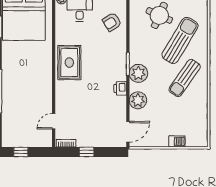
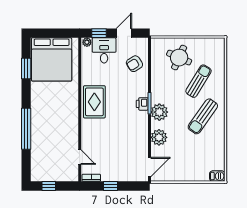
sun lounger: (180, 40) -> (198, 81), width x0.73, depth x0.75
printer: (120, 88) -> (142, 104), moved
door: (54, 121) -> (80, 157), swing flipped
barbecue: (177, 141) -> (217, 176), moved

